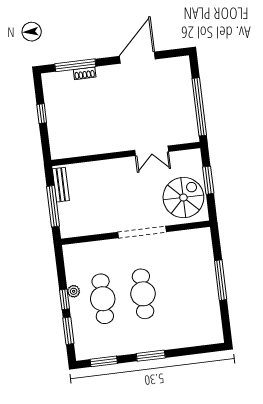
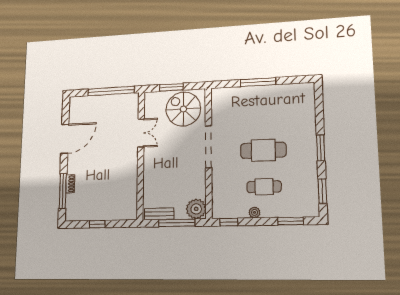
door: (137, 58) -> (65, 139), swing flipped
plant: (71, 226) -> (196, 209), added
window: (65, 299) -> (229, 222), moved
cafe table: (103, 299) -> (264, 187), width x0.73, depth x0.74

